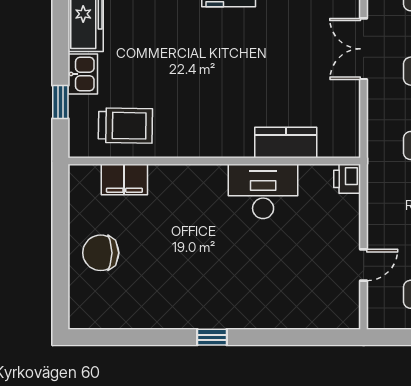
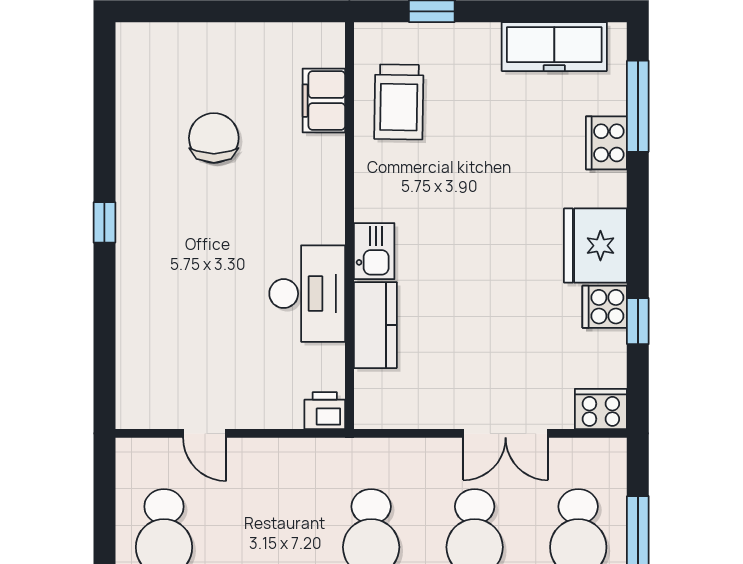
double door: (364, 49) -> (506, 433), swing flipped
kitchen sink: (83, 74) -> (374, 251), moved, turned -90
chair: (101, 253) -> (214, 138), moved

